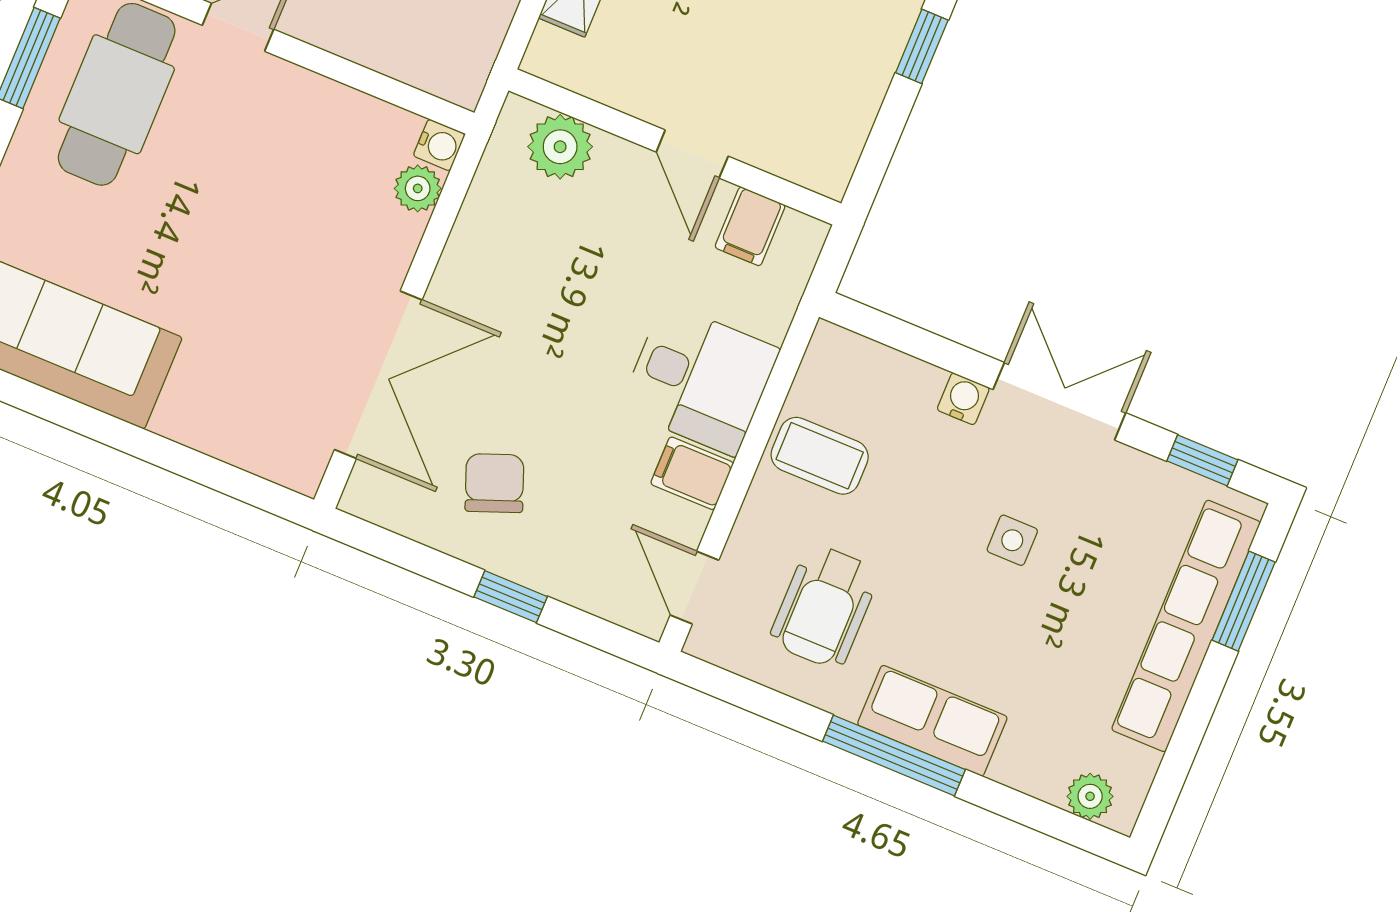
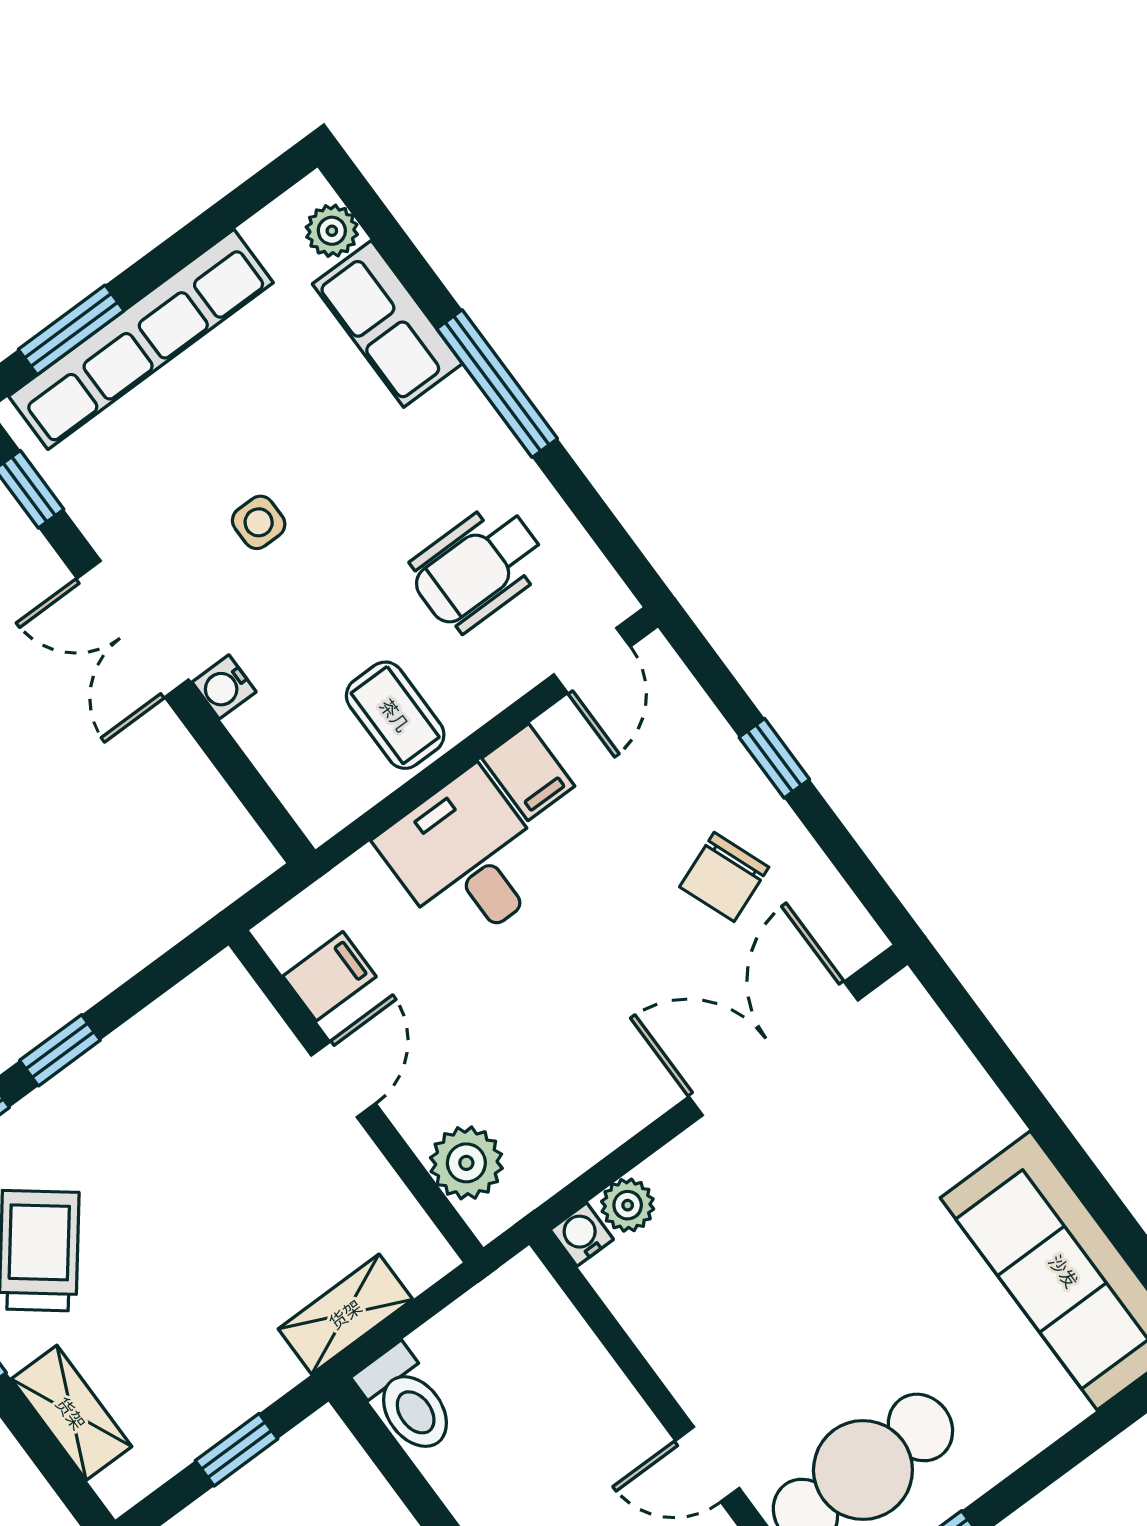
wheelchair: (824, 606) -> (478, 567), turned 180
row of seats: (932, 721) -> (387, 324), moved

